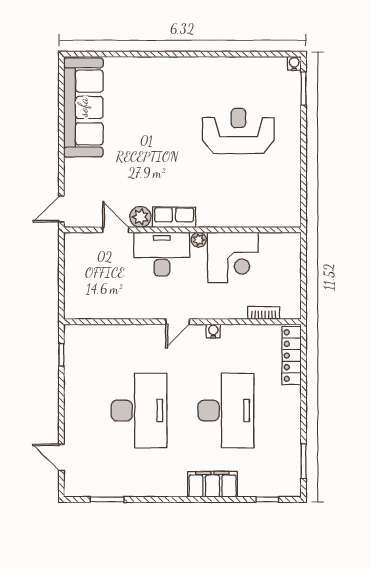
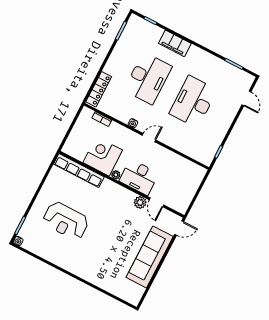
sofa: (83, 107) -> (150, 257), moved
row of seats: (174, 217) -> (79, 171), moved, width x2.02
desk: (226, 411) -> (148, 78), turned 180

